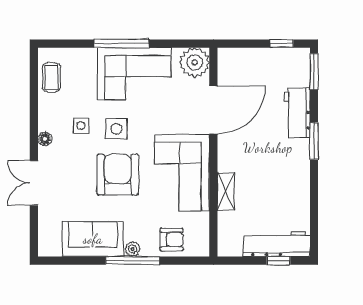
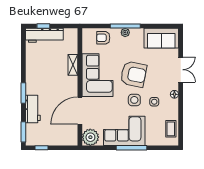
armchair: (118, 175) -> (134, 74), turned -79
sofa: (93, 239) -> (161, 38), moved

